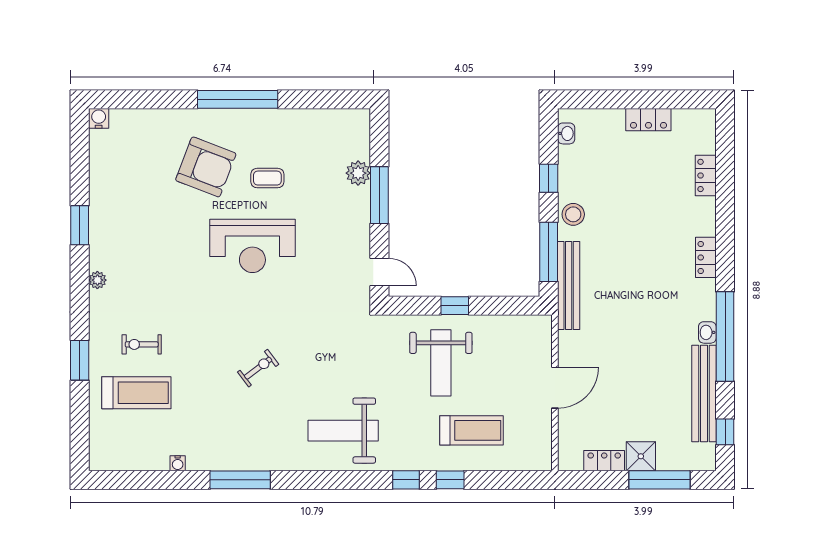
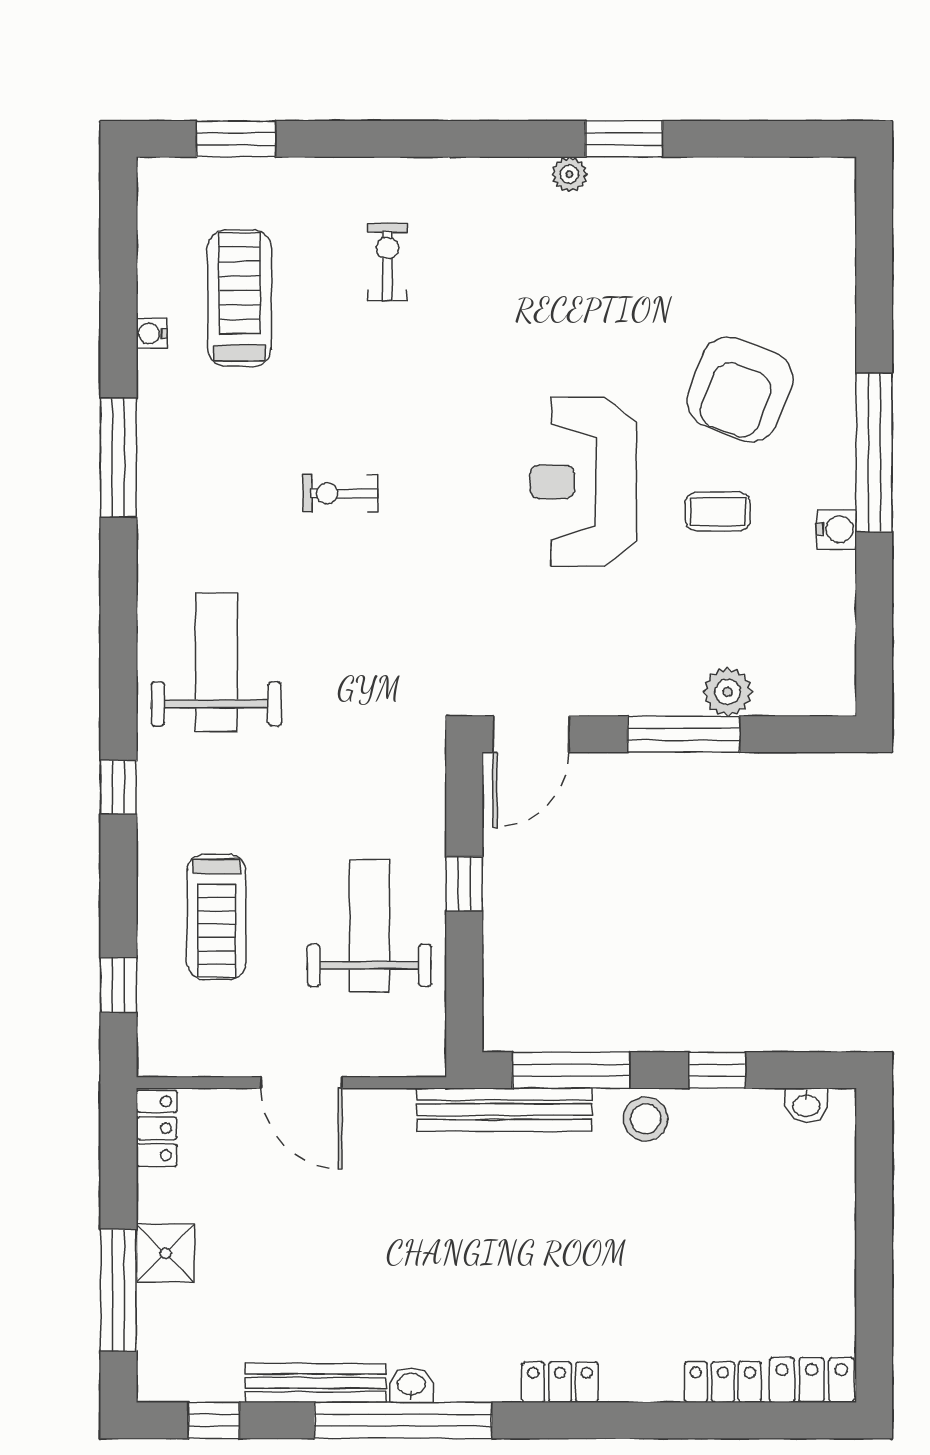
water cooler: (99, 118) -> (836, 529), moved
locker: (648, 120) -> (812, 1380), moved, turned 90
coffee table: (267, 178) -> (718, 512), turned 90
door: (379, 272) -> (531, 734), width x1.38
plant: (97, 280) -> (569, 174), moved
window: (80, 360) -> (236, 139), moved
weight bench: (441, 363) -> (369, 926), moved, turned 90
exercise bike: (258, 368) -> (340, 493), turned 127
treadmill: (136, 393) -> (240, 298), moved, turned 180
bench: (704, 393) -> (316, 1383), width x0.73, depth x0.82
locker: (604, 461) -> (157, 1128), moved
window: (450, 480) -> (118, 985), moved

